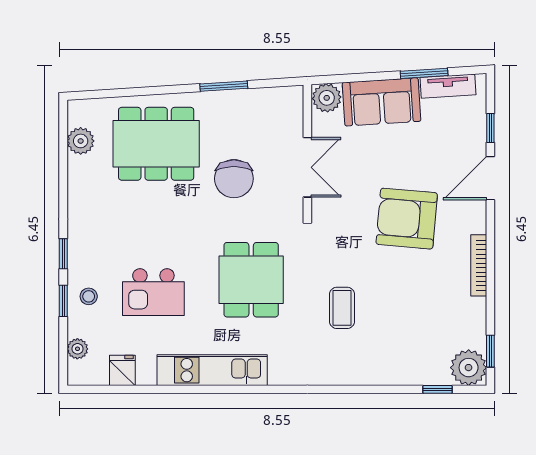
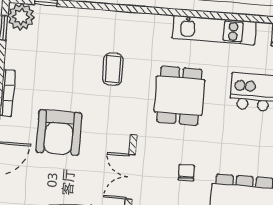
chair: (234, 179) -> (186, 173), width x0.54, depth x0.54
armchair: (407, 219) -> (59, 132), turned 85

